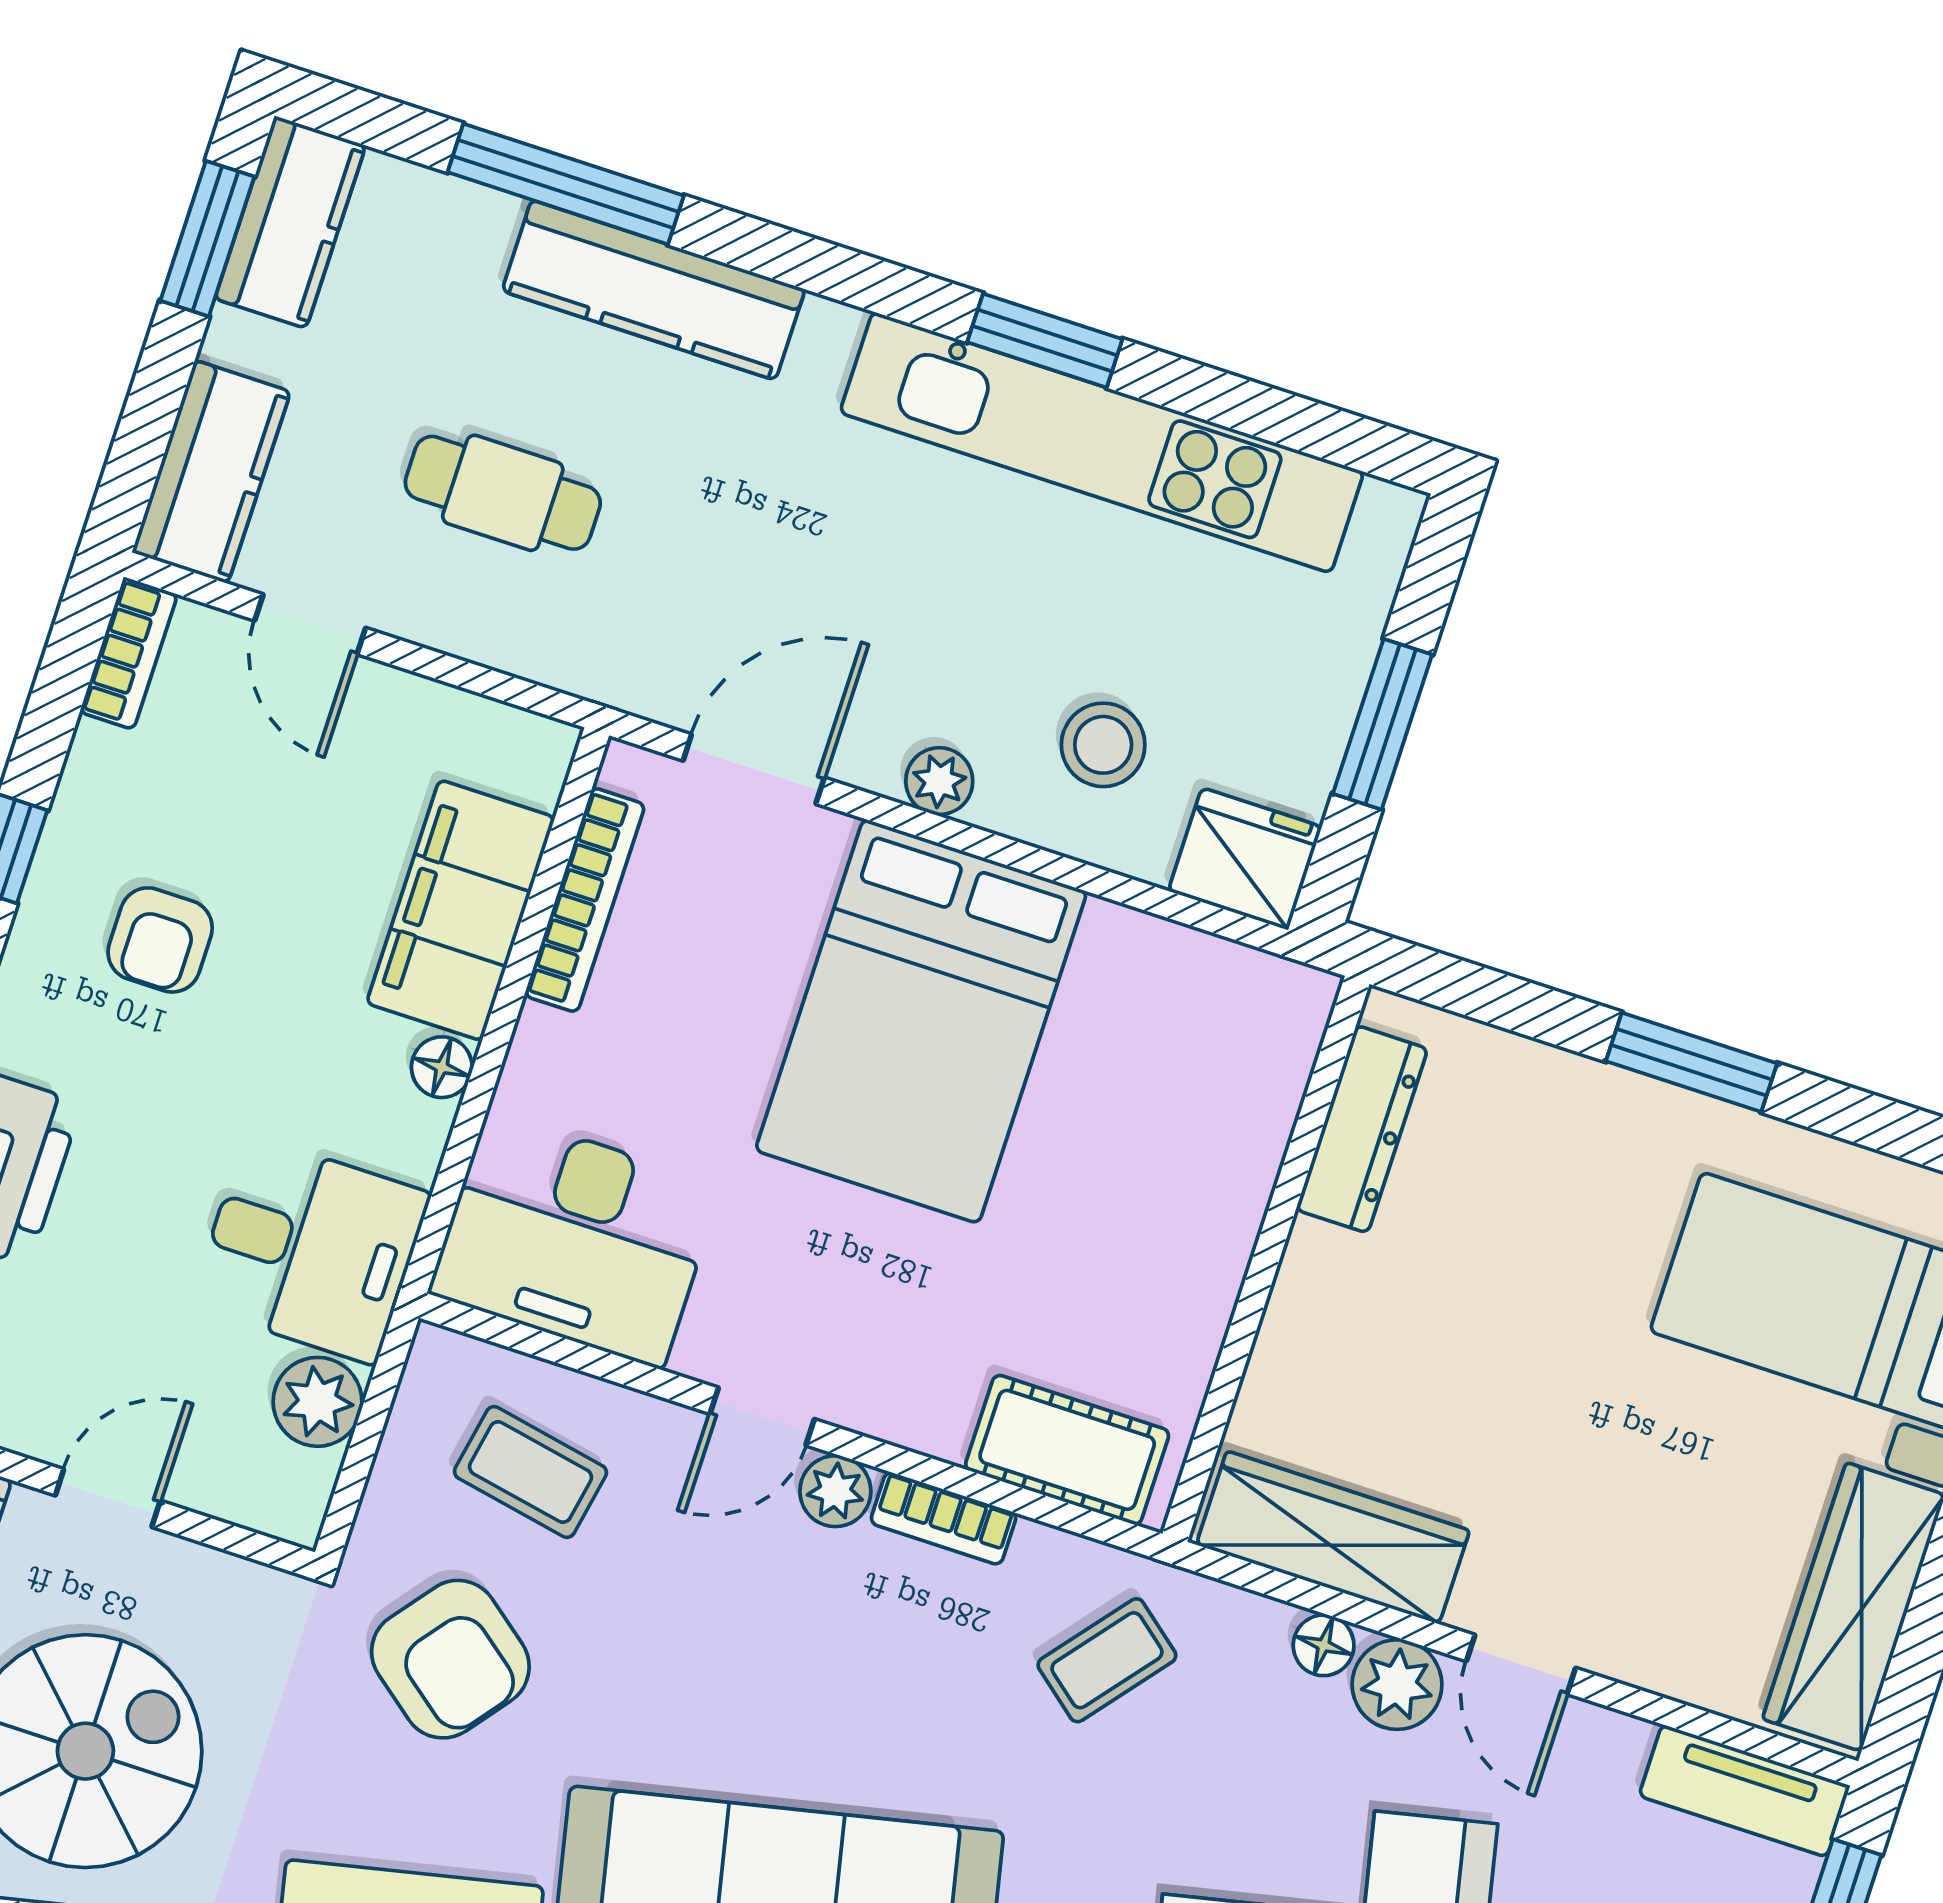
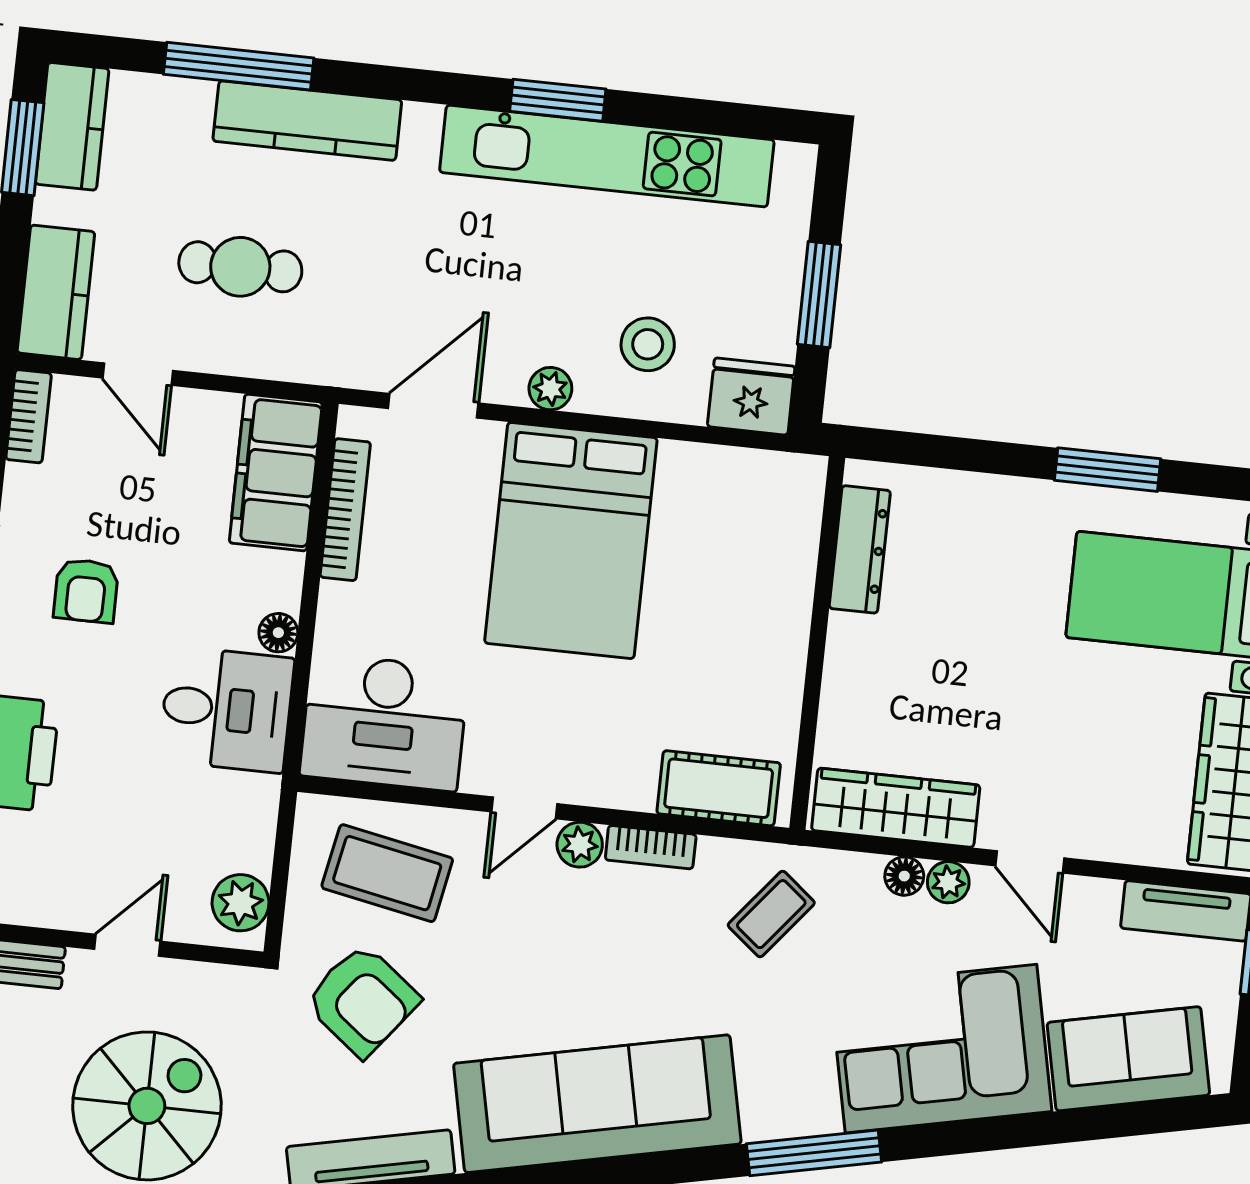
filing cabinet: (461, 910) -> (276, 473), moved
window: (1691, 1062) -> (1108, 470), moved
desk: (310, 1249) -> (226, 709), moved
plant: (318, 1402) -> (240, 903), moved
coffee table: (530, 1472) -> (387, 873), width x1.36, depth x1.30
plant: (1397, 1685) -> (948, 882), width x0.73, depth x0.73

